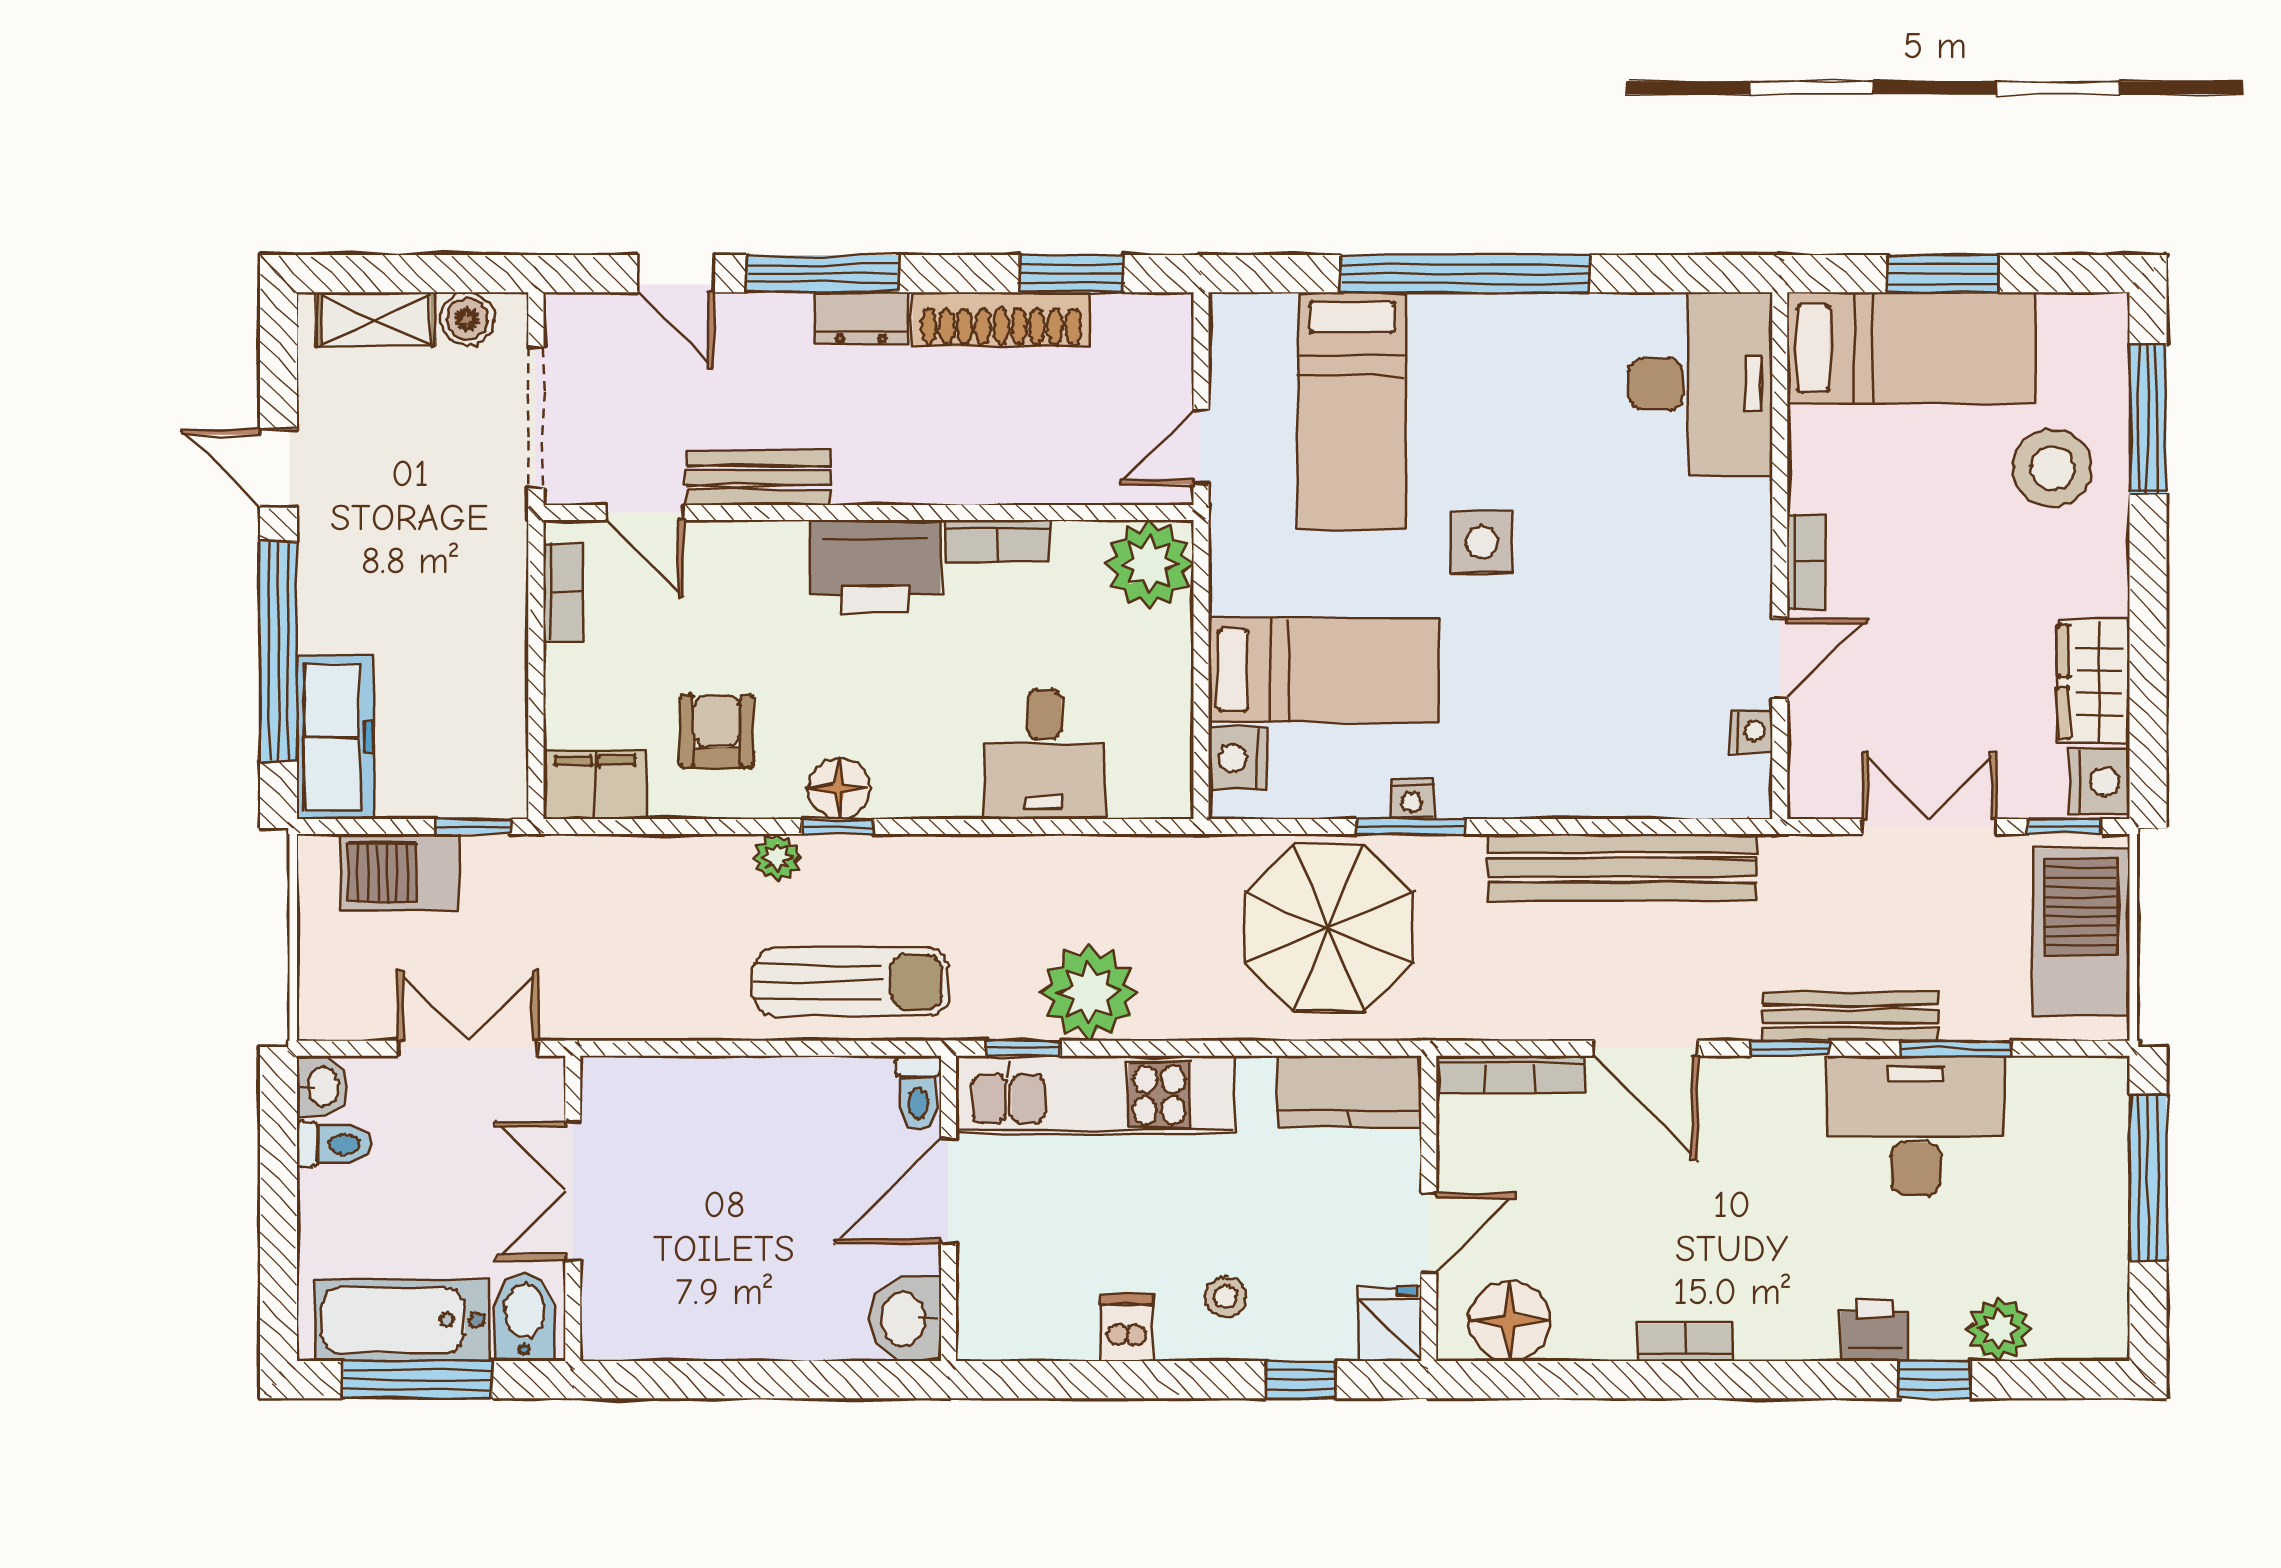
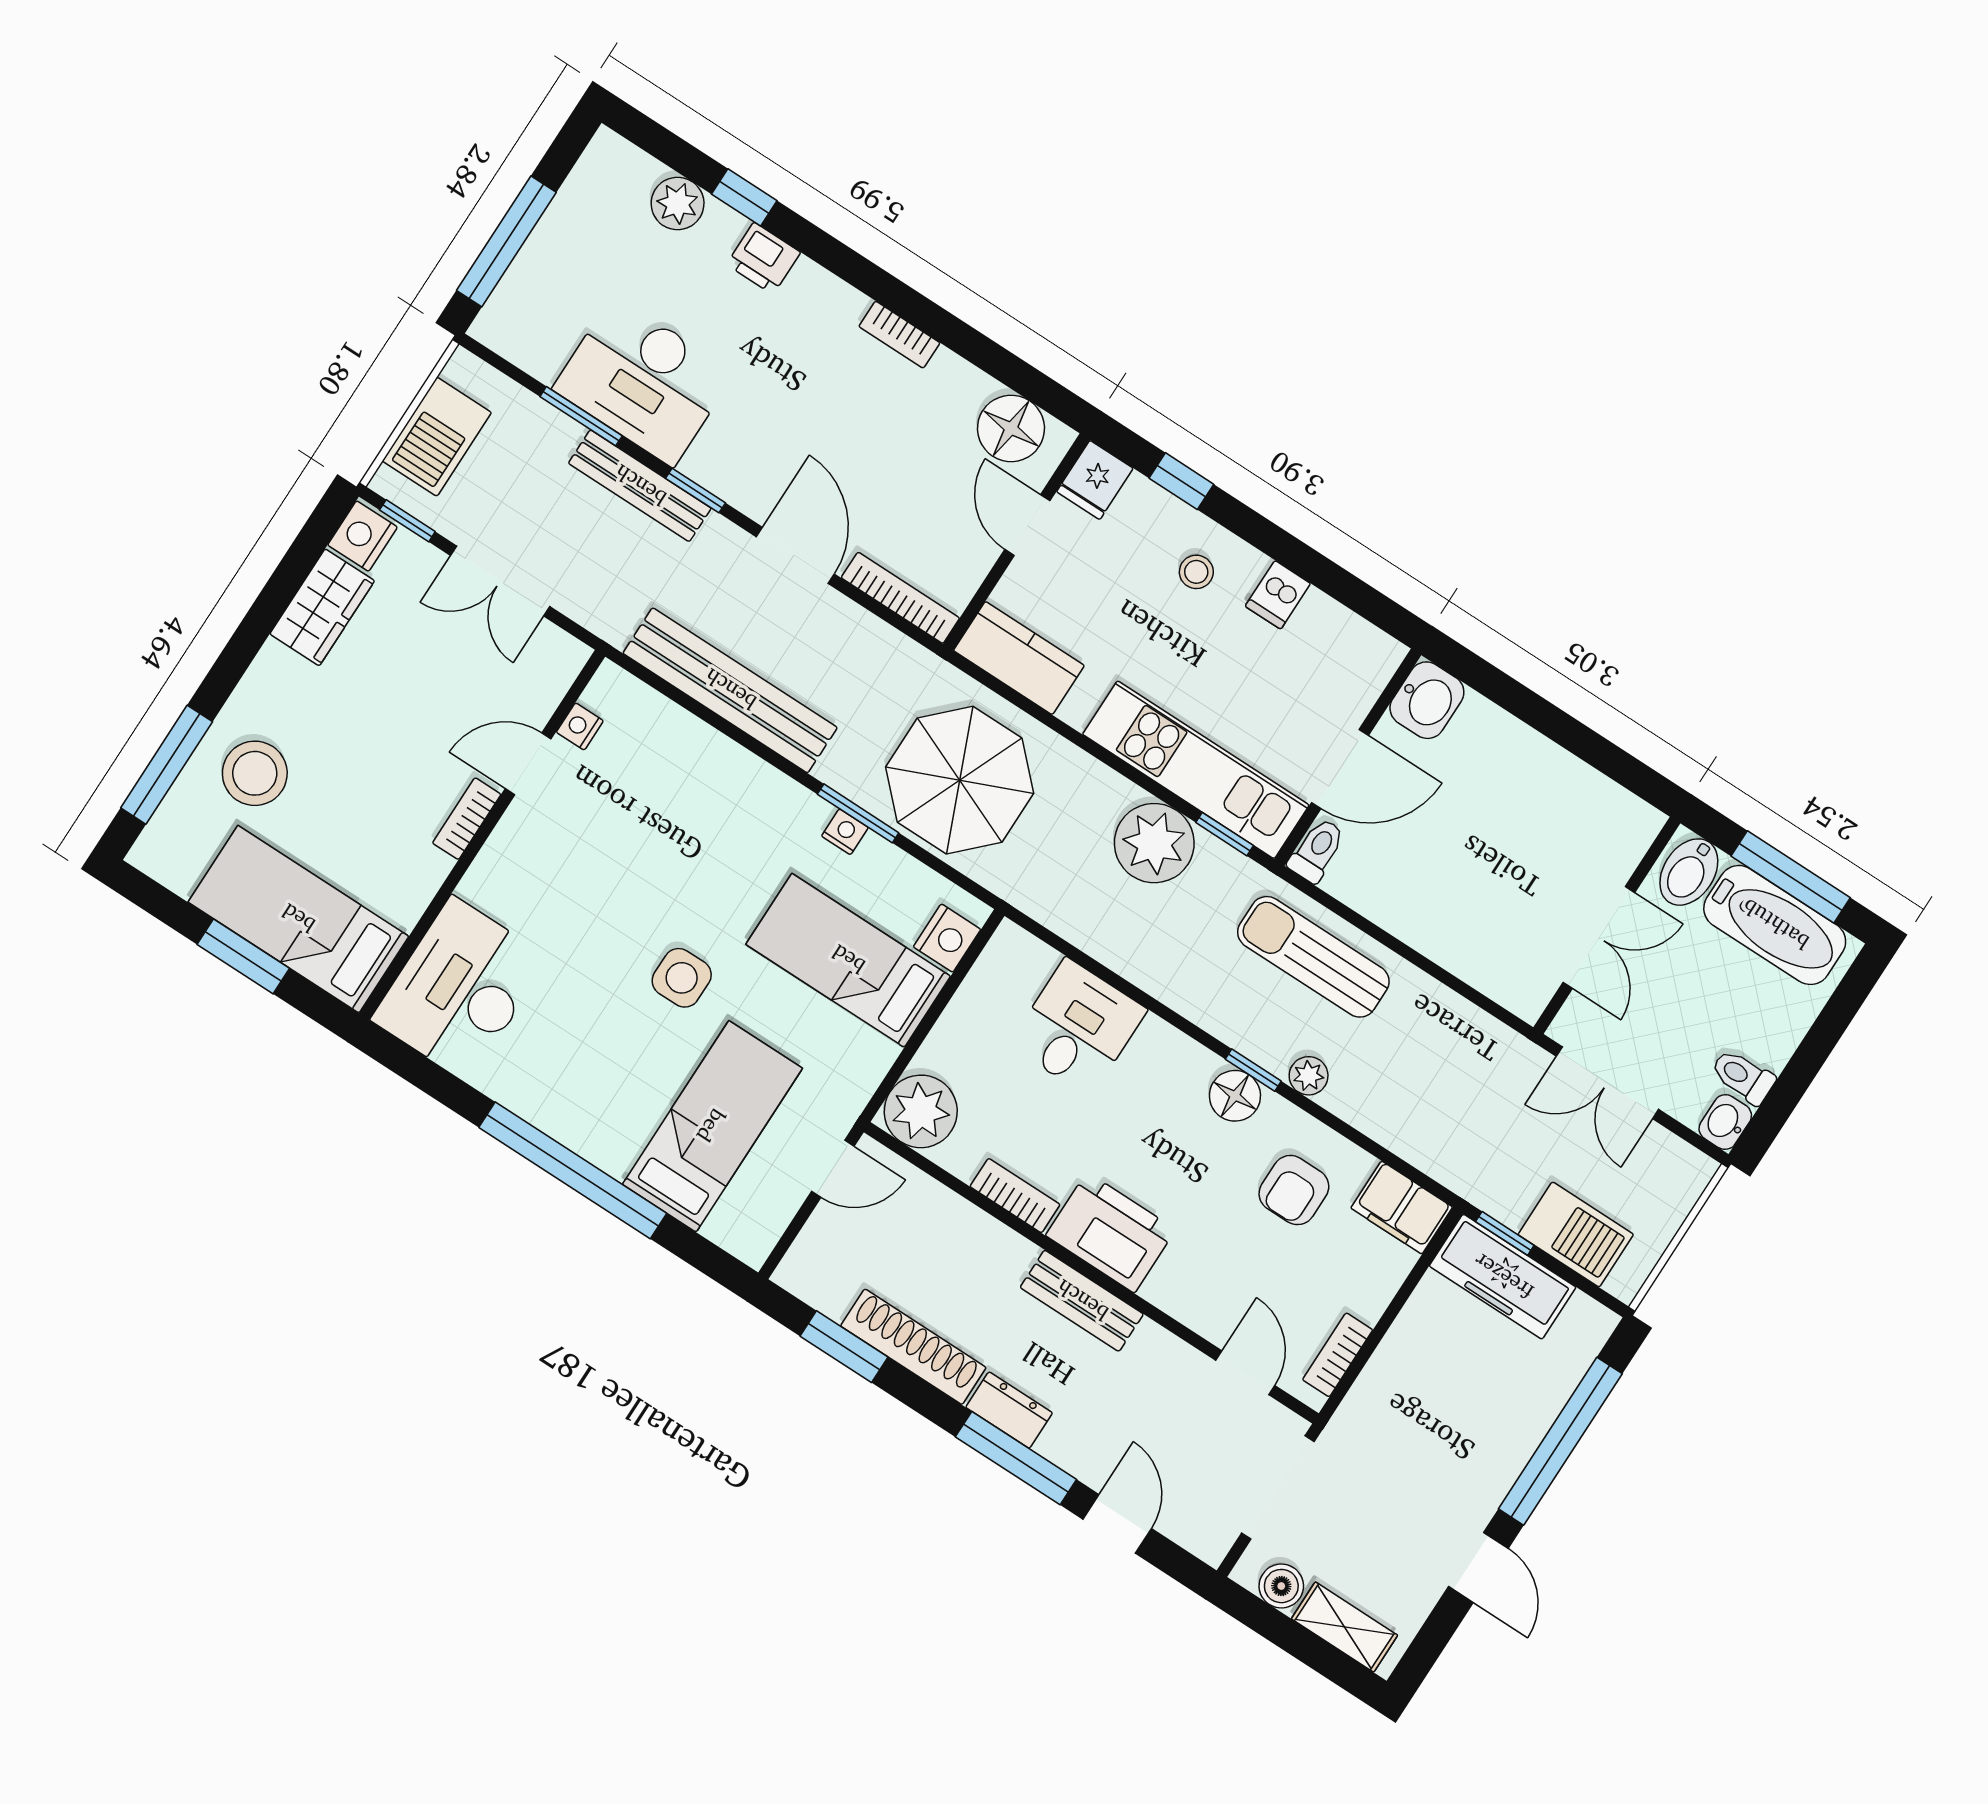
bench: (758, 478) -> (1082, 1301), moved
freezer: (335, 737) -> (1503, 1277), moved, turned -90
barbecue: (2081, 932) -> (437, 437), width x0.73, depth x0.83
door: (1429, 1233) -> (1027, 525), hinge flipped

